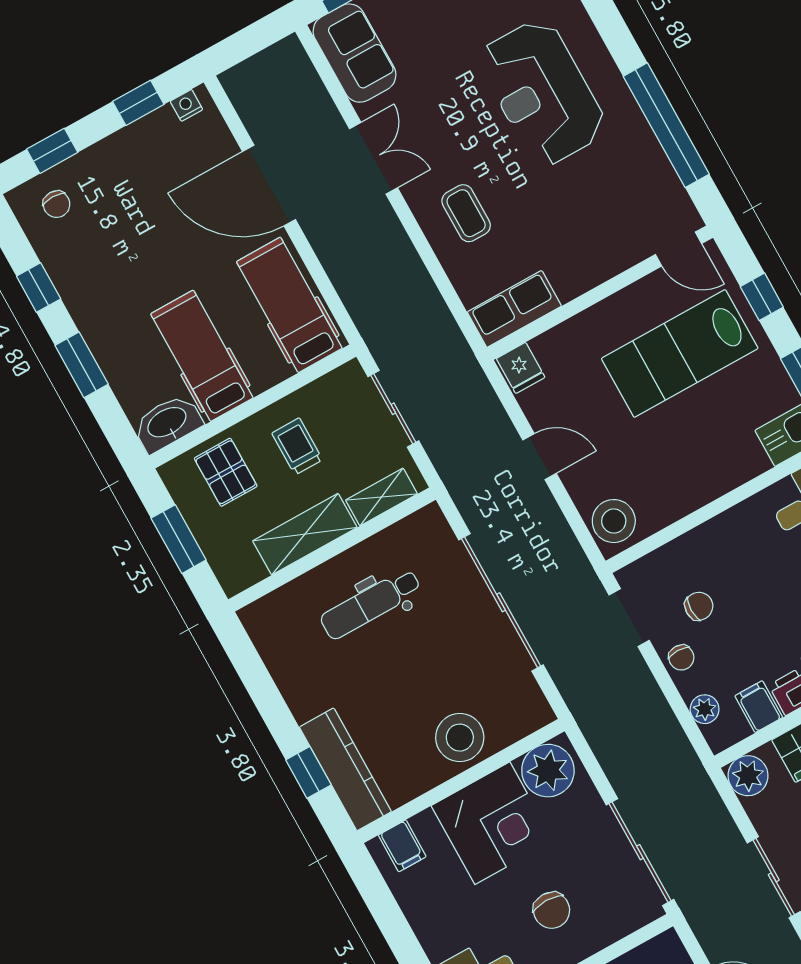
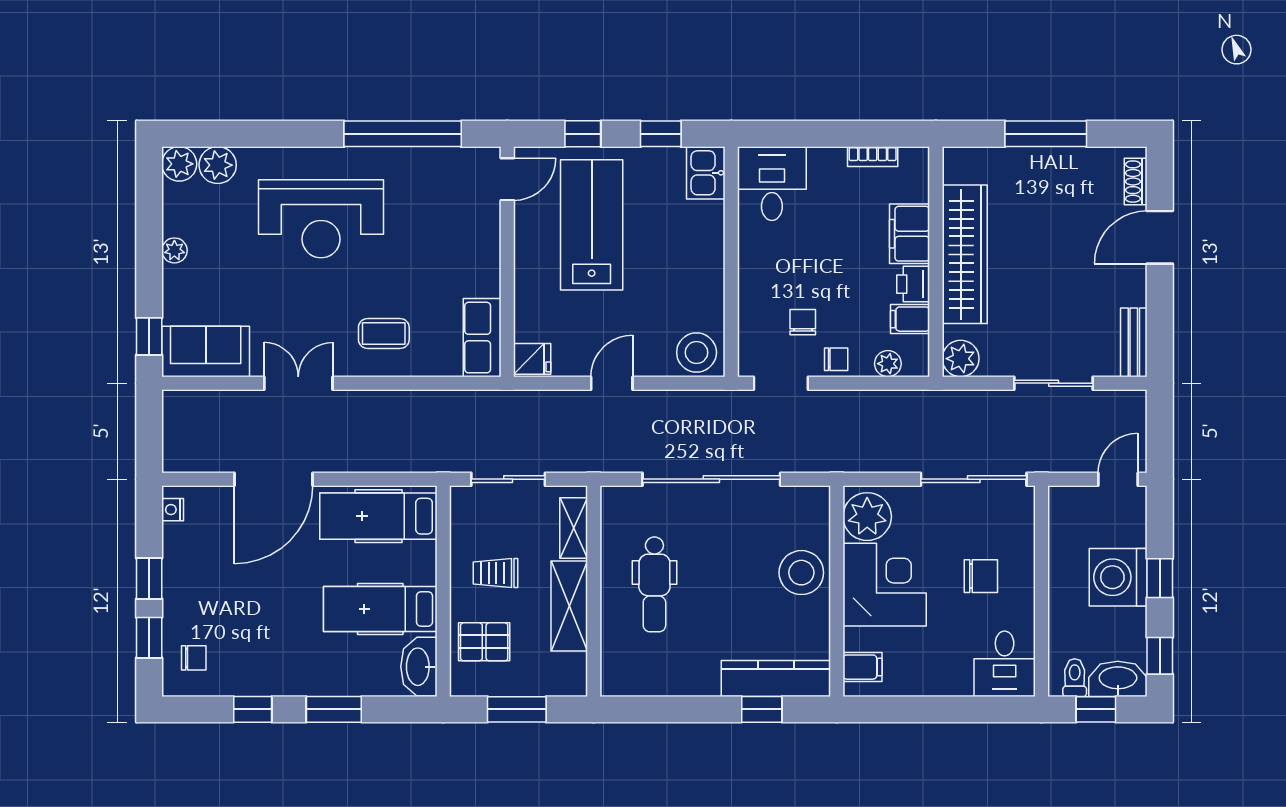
window: (138, 103) -> (149, 579), moved
lab bench: (680, 353) -> (592, 225), turned 180

